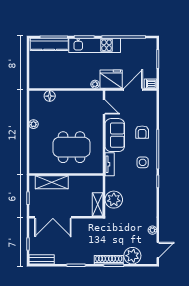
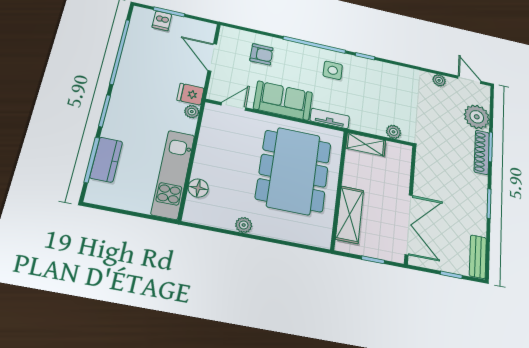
kitchen counter: (49, 44) -> (106, 160), width x0.67
kitchen unit: (95, 45) -> (173, 174), moved, turned 180
fridge: (111, 79) -> (190, 94), width x0.53, depth x0.75
dishwasher: (151, 84) -> (162, 21), moved
armchair: (142, 132) -> (261, 54), moved
dining table: (72, 147) -> (294, 171), width x1.36, depth x1.24
plant: (114, 200) -> (393, 132), width x0.53, depth x0.53
shelving: (98, 204) -> (366, 144), moved

